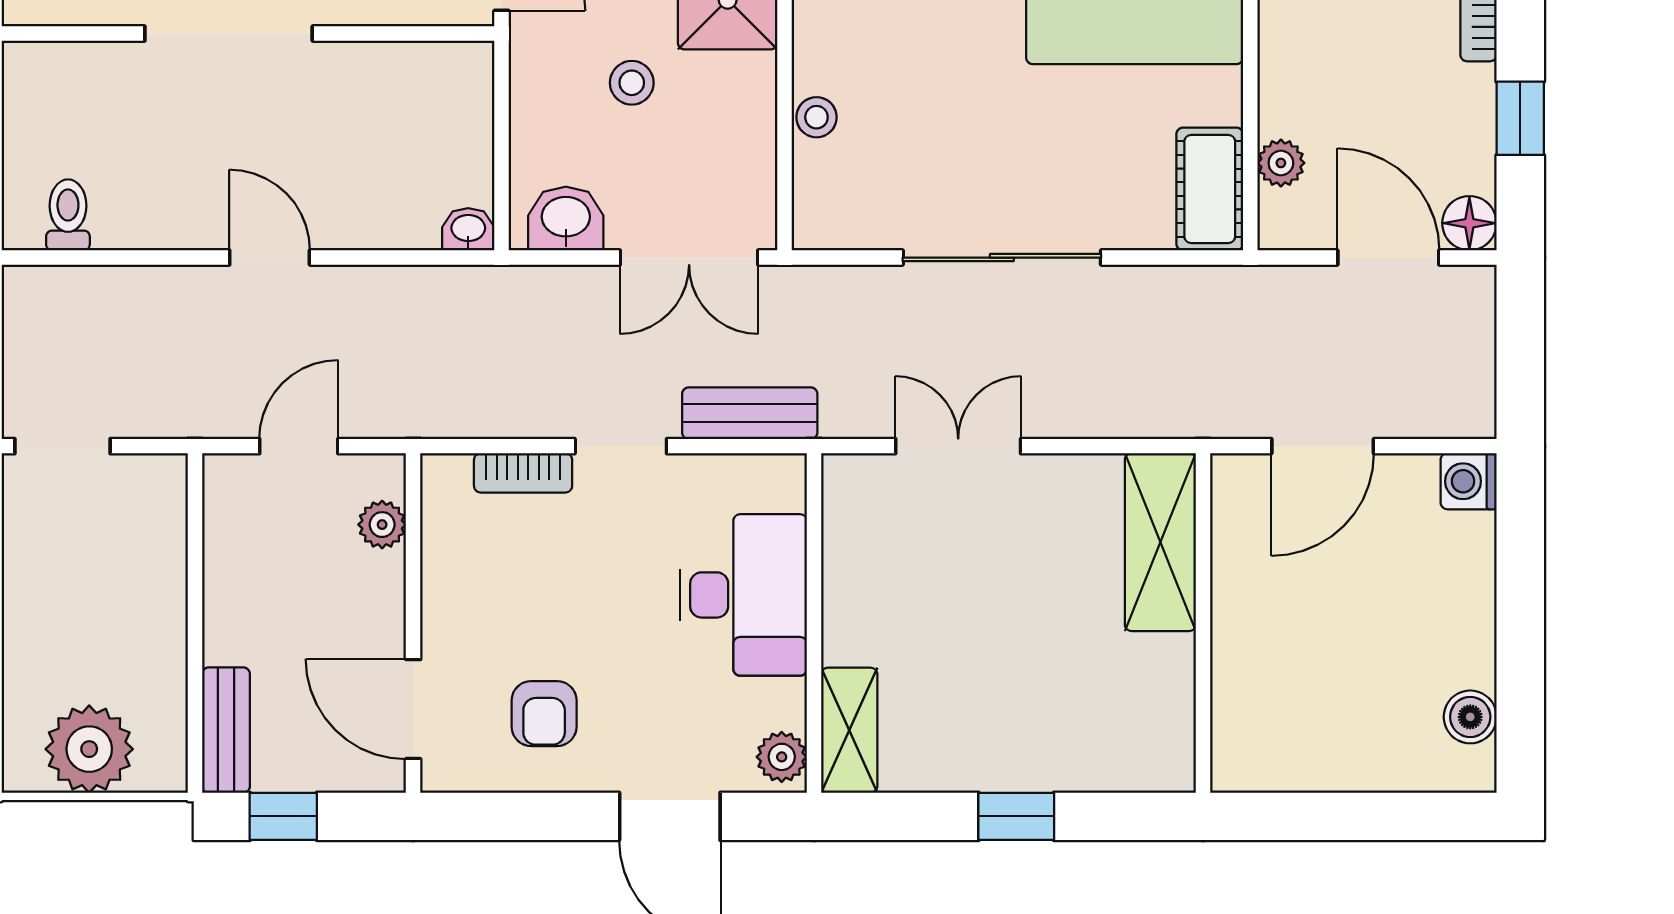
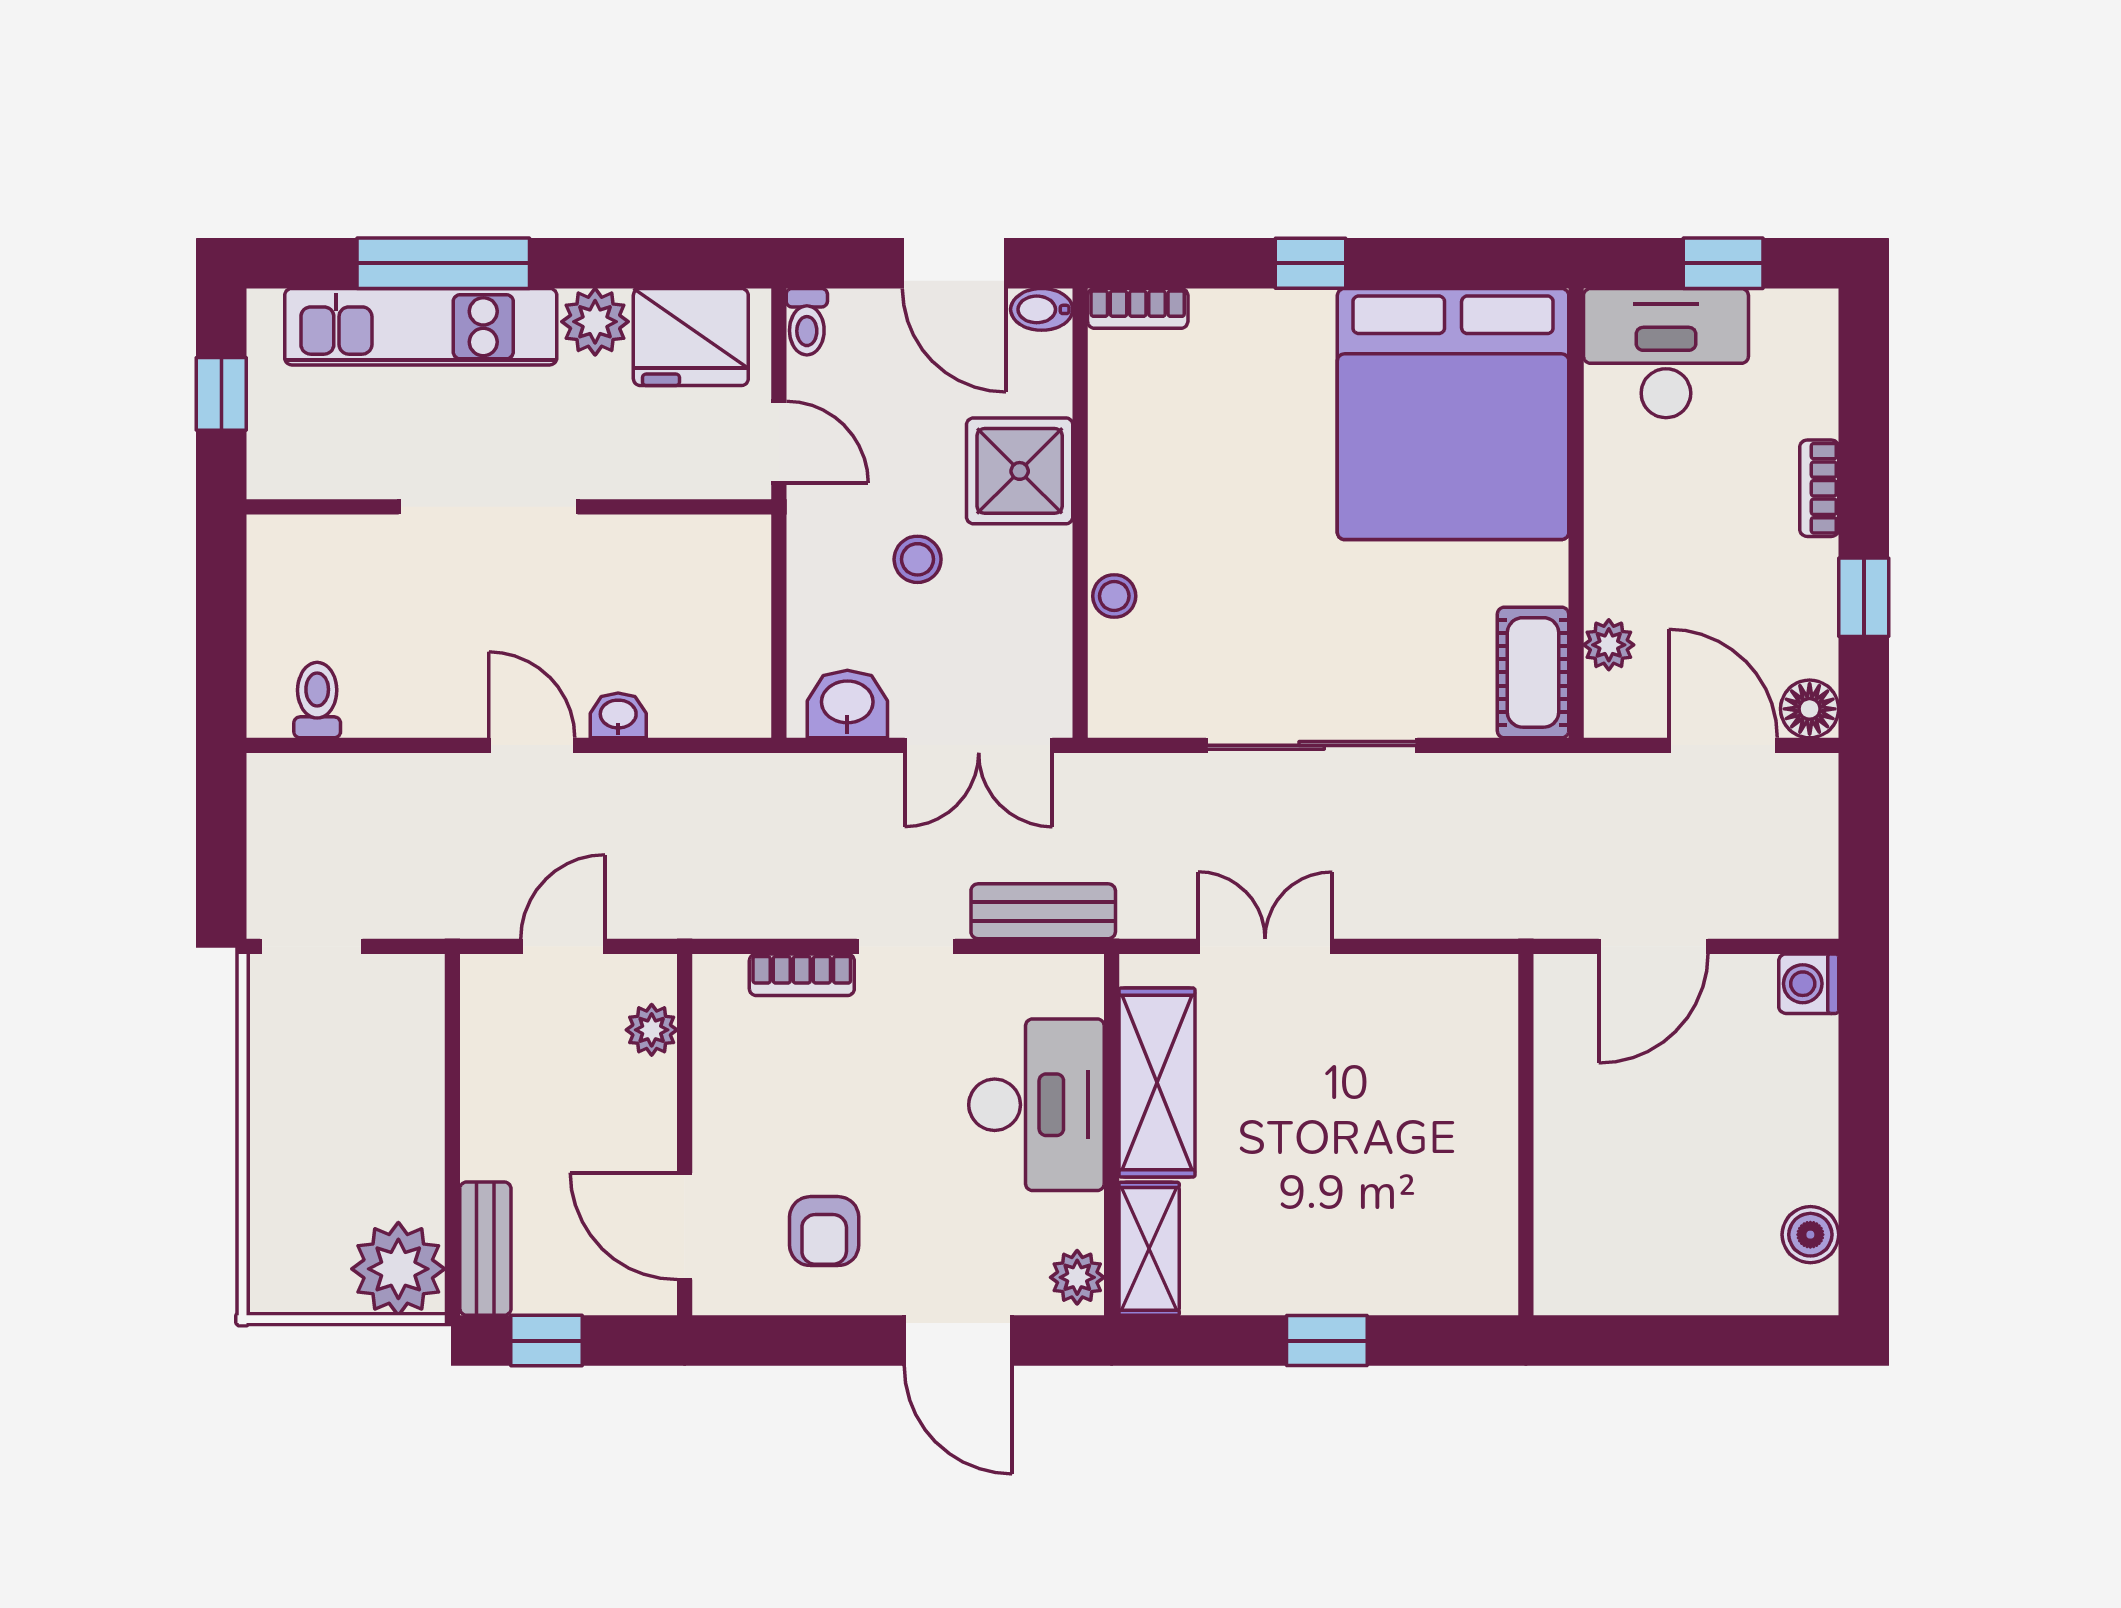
washbasin: (468, 229) -> (618, 715), moved
shelving: (1160, 542) -> (1157, 1083), moved
plant: (89, 749) -> (398, 1269), moved

